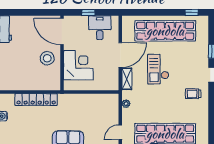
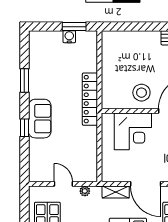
locker: (36, 100) -> (90, 99), moved
door: (120, 132) -> (63, 184), moved

